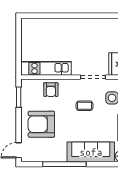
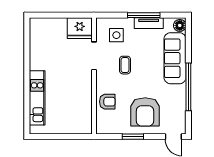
kitchen unit: (46, 68) -> (37, 98), moved, turned 180
window: (19, 97) -> (133, 137), moved

